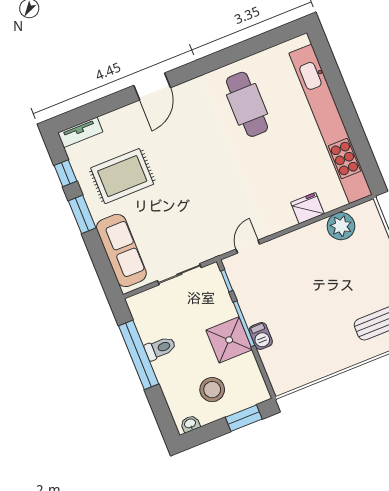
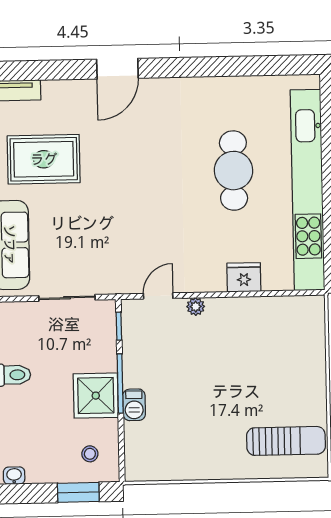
cafe table: (247, 104) -> (233, 171), moved
plant: (341, 226) -> (196, 307), moved, width x0.53, depth x0.53
stool: (212, 390) -> (90, 454), moved, width x0.53, depth x0.53

